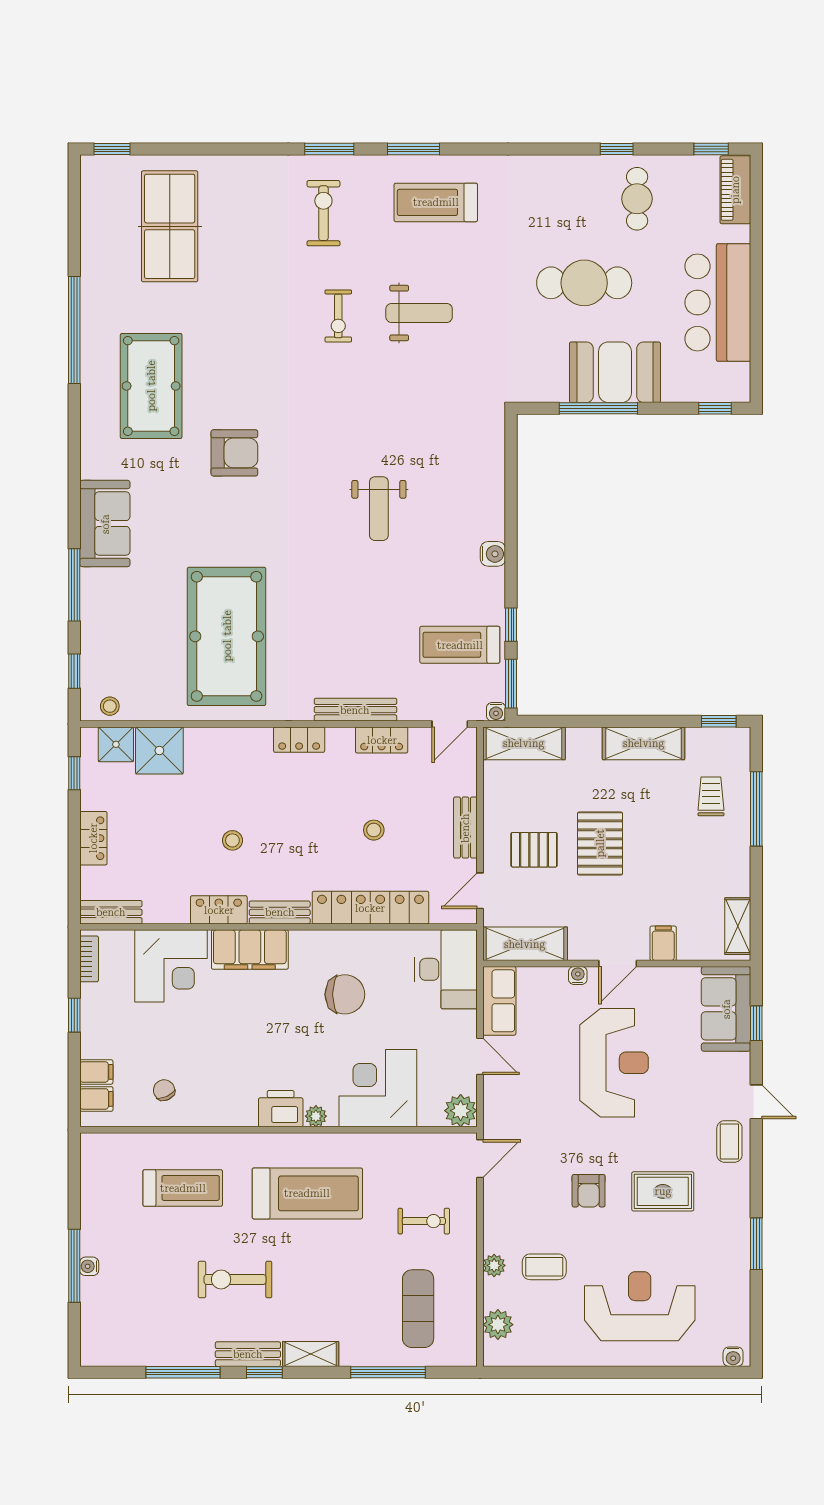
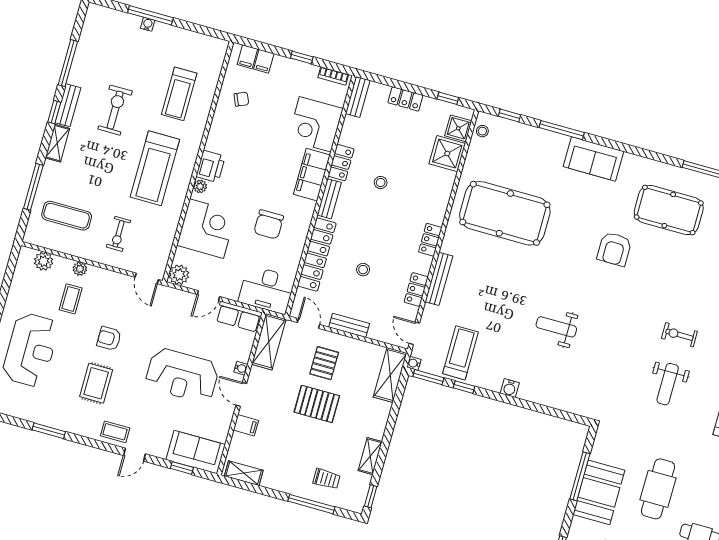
shelving: (644, 743) -> (370, 456), width x0.67, depth x0.75

